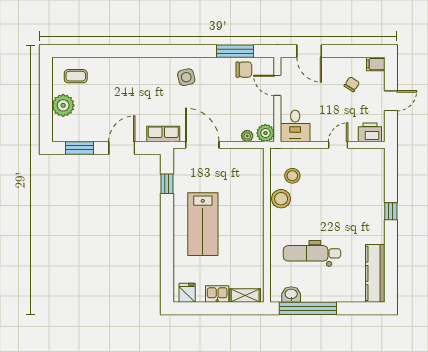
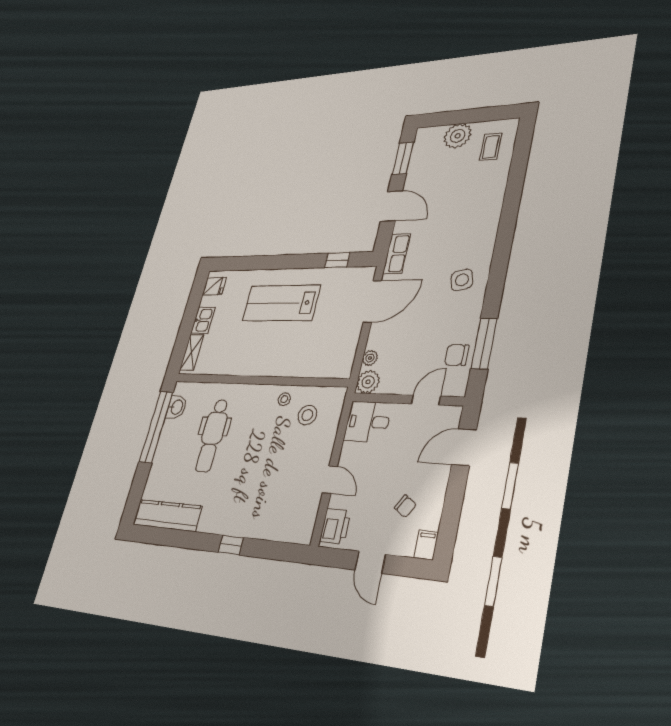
chair: (244, 70) -> (457, 355), turned 90
stool: (281, 199) -> (284, 399), width x0.53, depth x0.53
dental chair: (312, 253) -> (212, 435), turned 180

